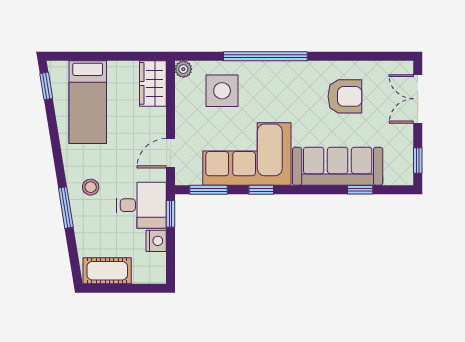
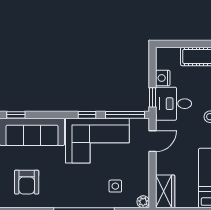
side table: (222, 91) -> (115, 186), width x0.54, depth x0.54
armchair: (345, 96) -> (27, 182), turned -90
window: (209, 190) -> (125, 115), width x1.44

